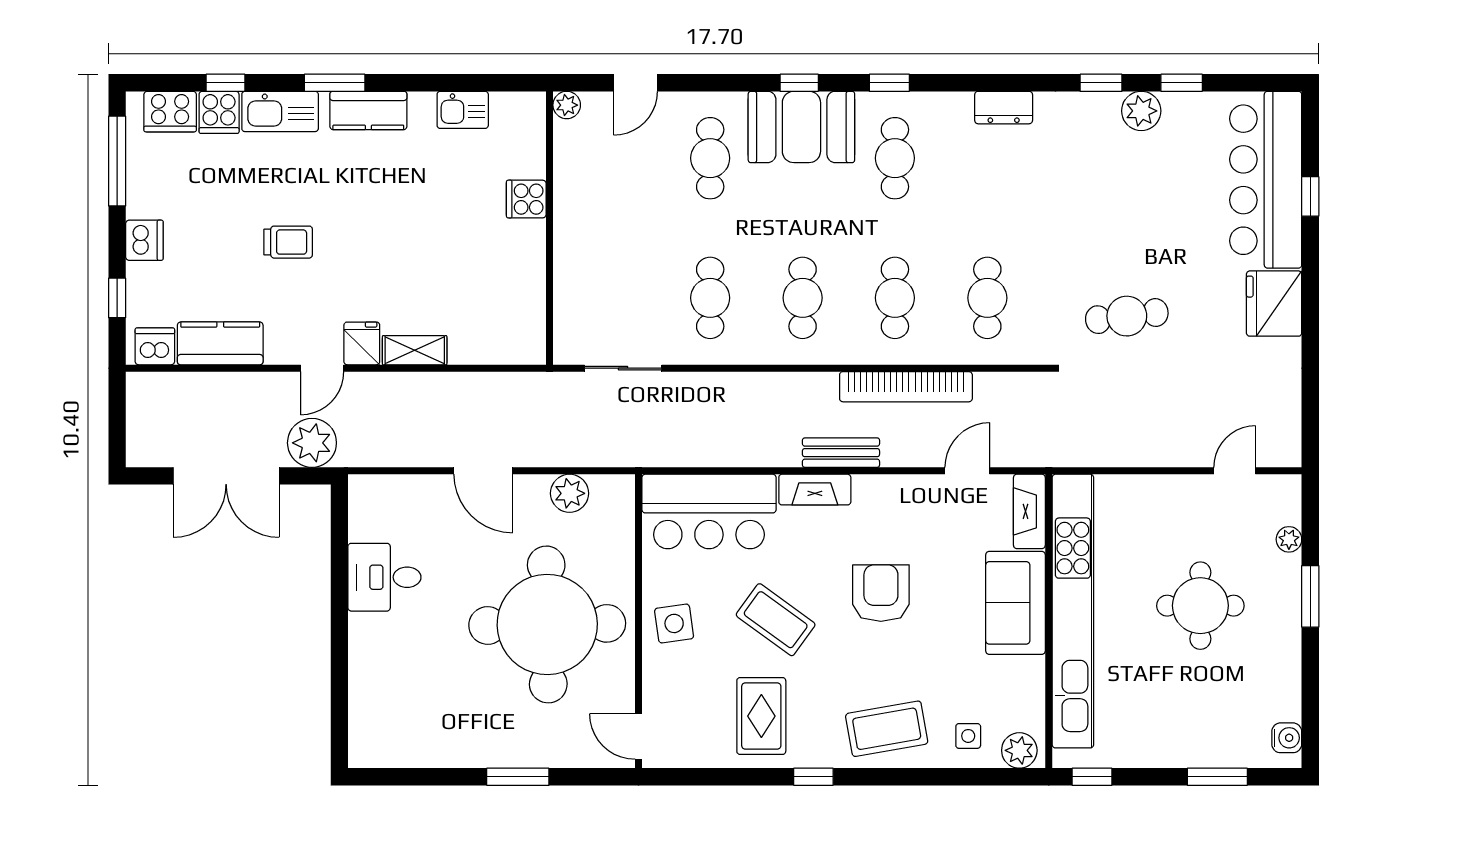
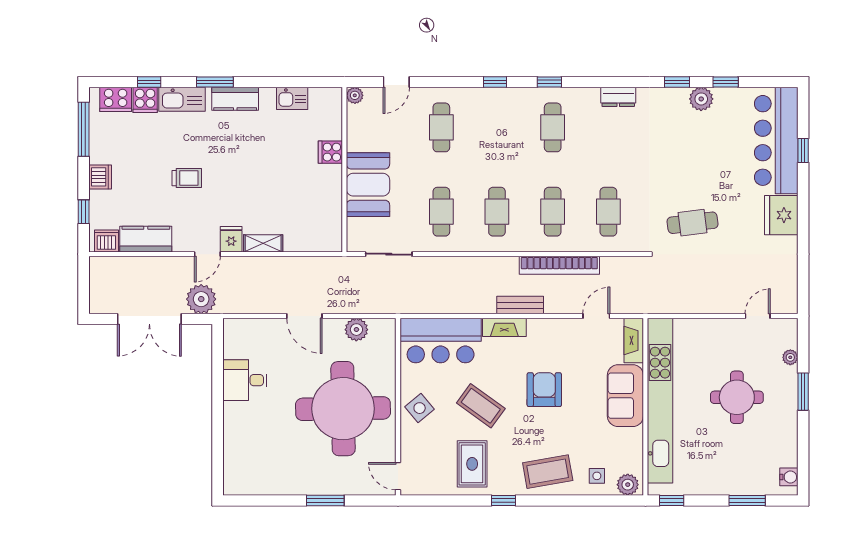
booth: (801, 127) -> (368, 185), moved, turned 90
side table: (674, 623) -> (420, 408), turned -32

